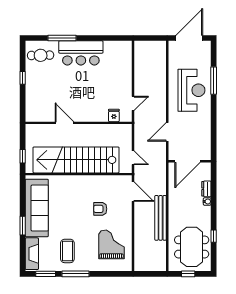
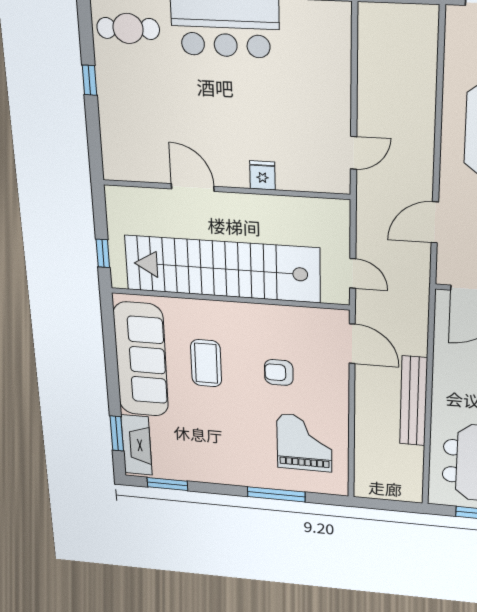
fridge: (114, 115) -> (262, 175), moved
window: (23, 226) -> (117, 433), moved
coffee table: (67, 251) -> (206, 363), moved
window: (76, 274) -> (276, 494), moved

